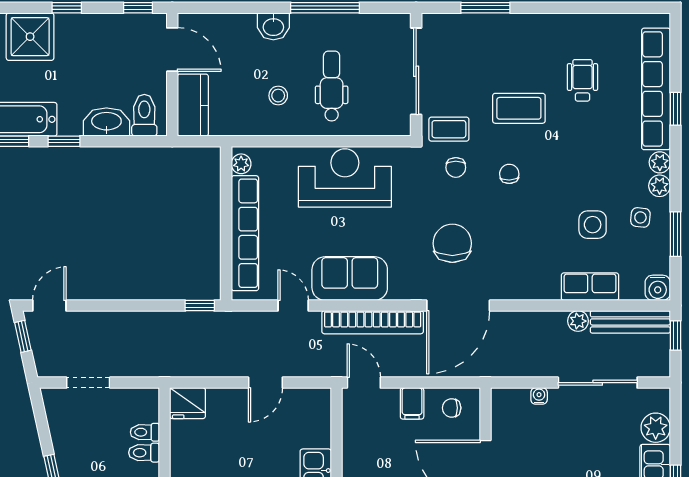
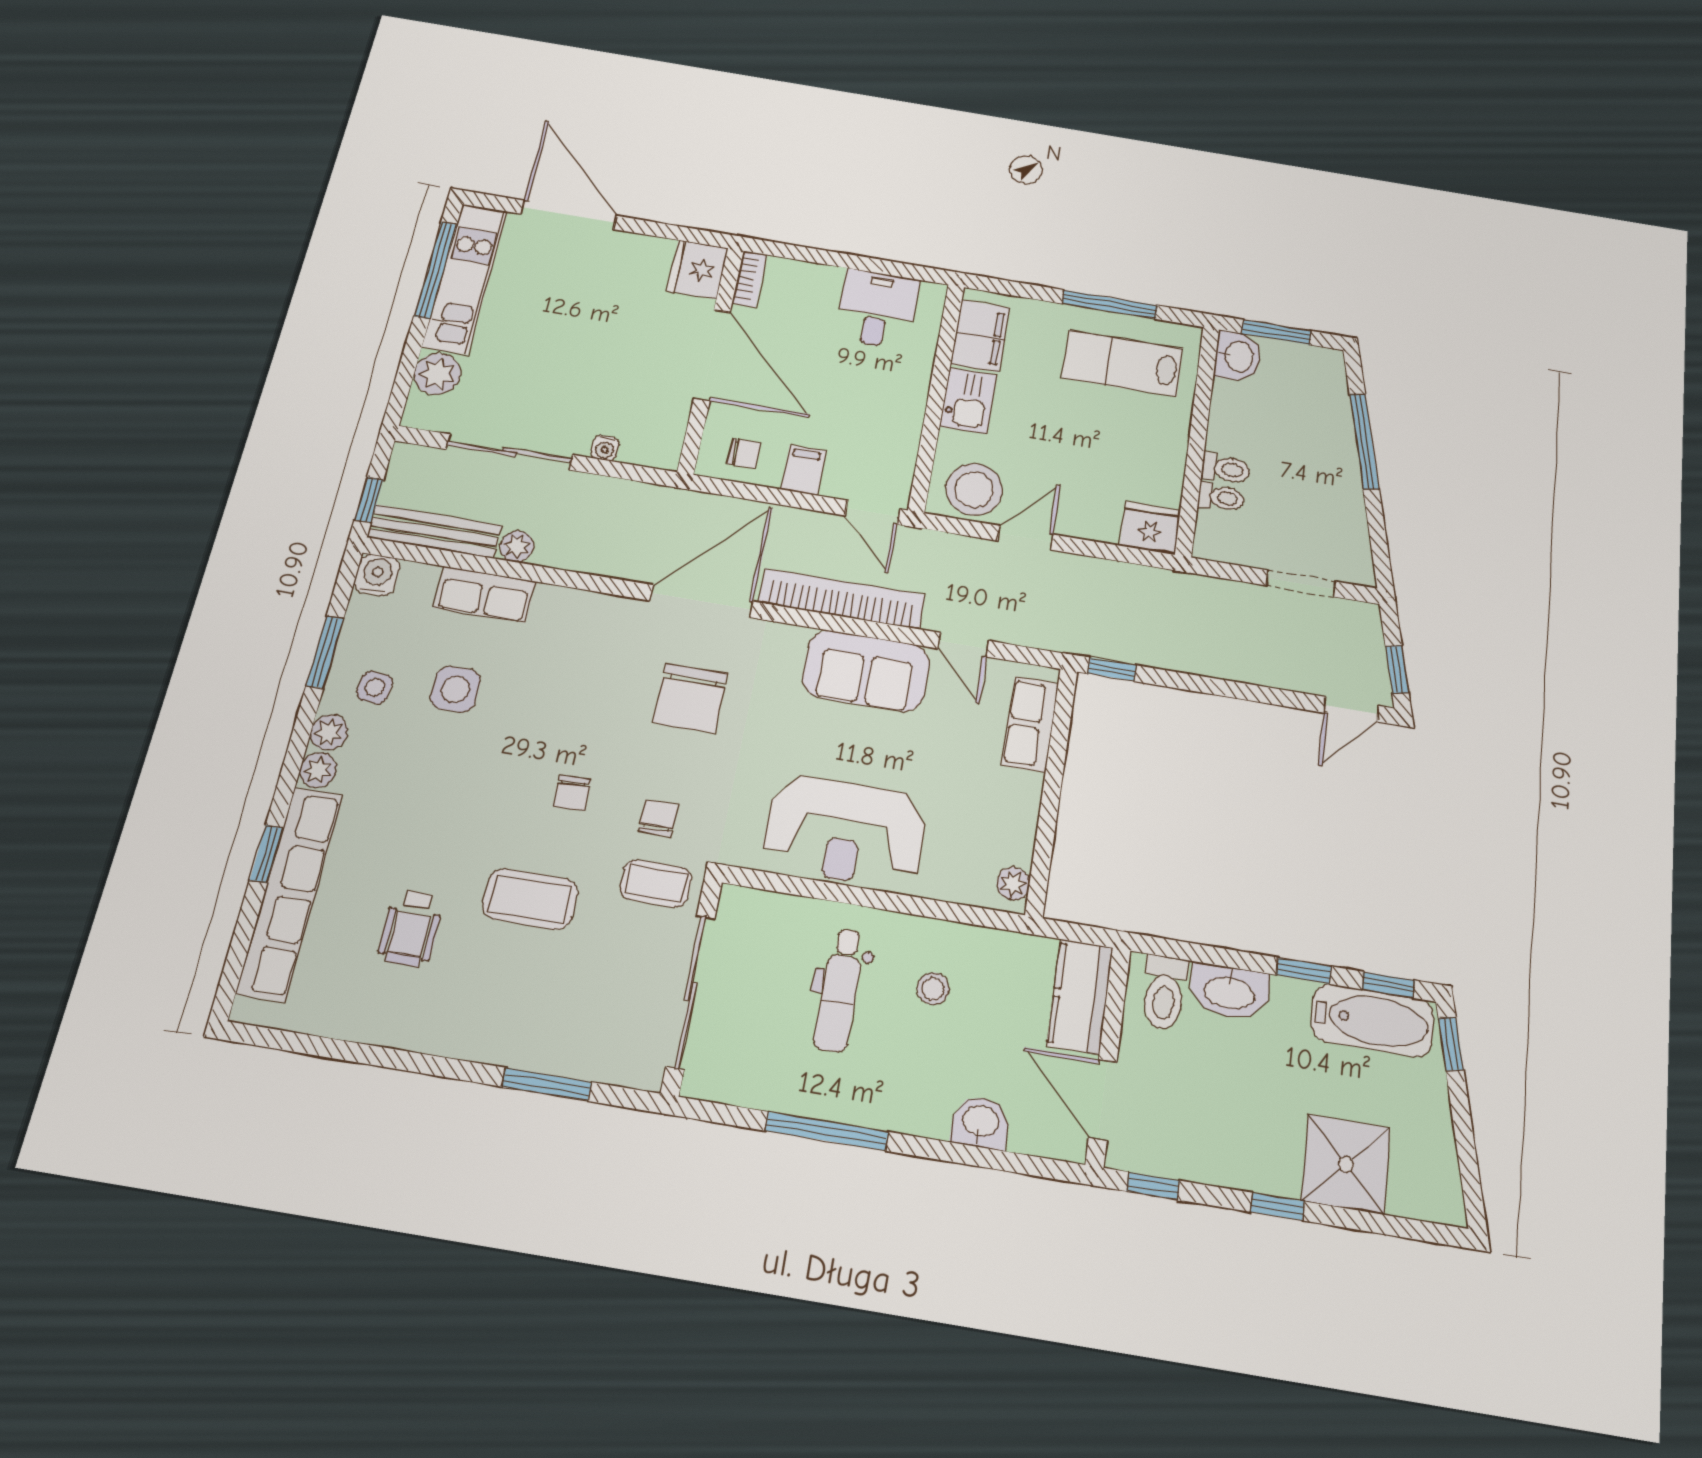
washbasin: (273, 26) -> (980, 1122), moved
row of seats: (245, 233) -> (1030, 724), width x0.50
stool: (302, 410) -> (974, 489), added

